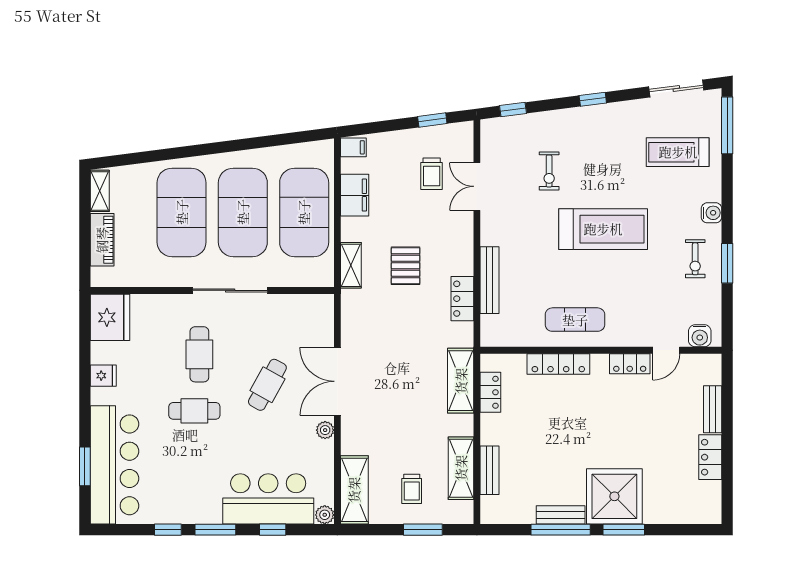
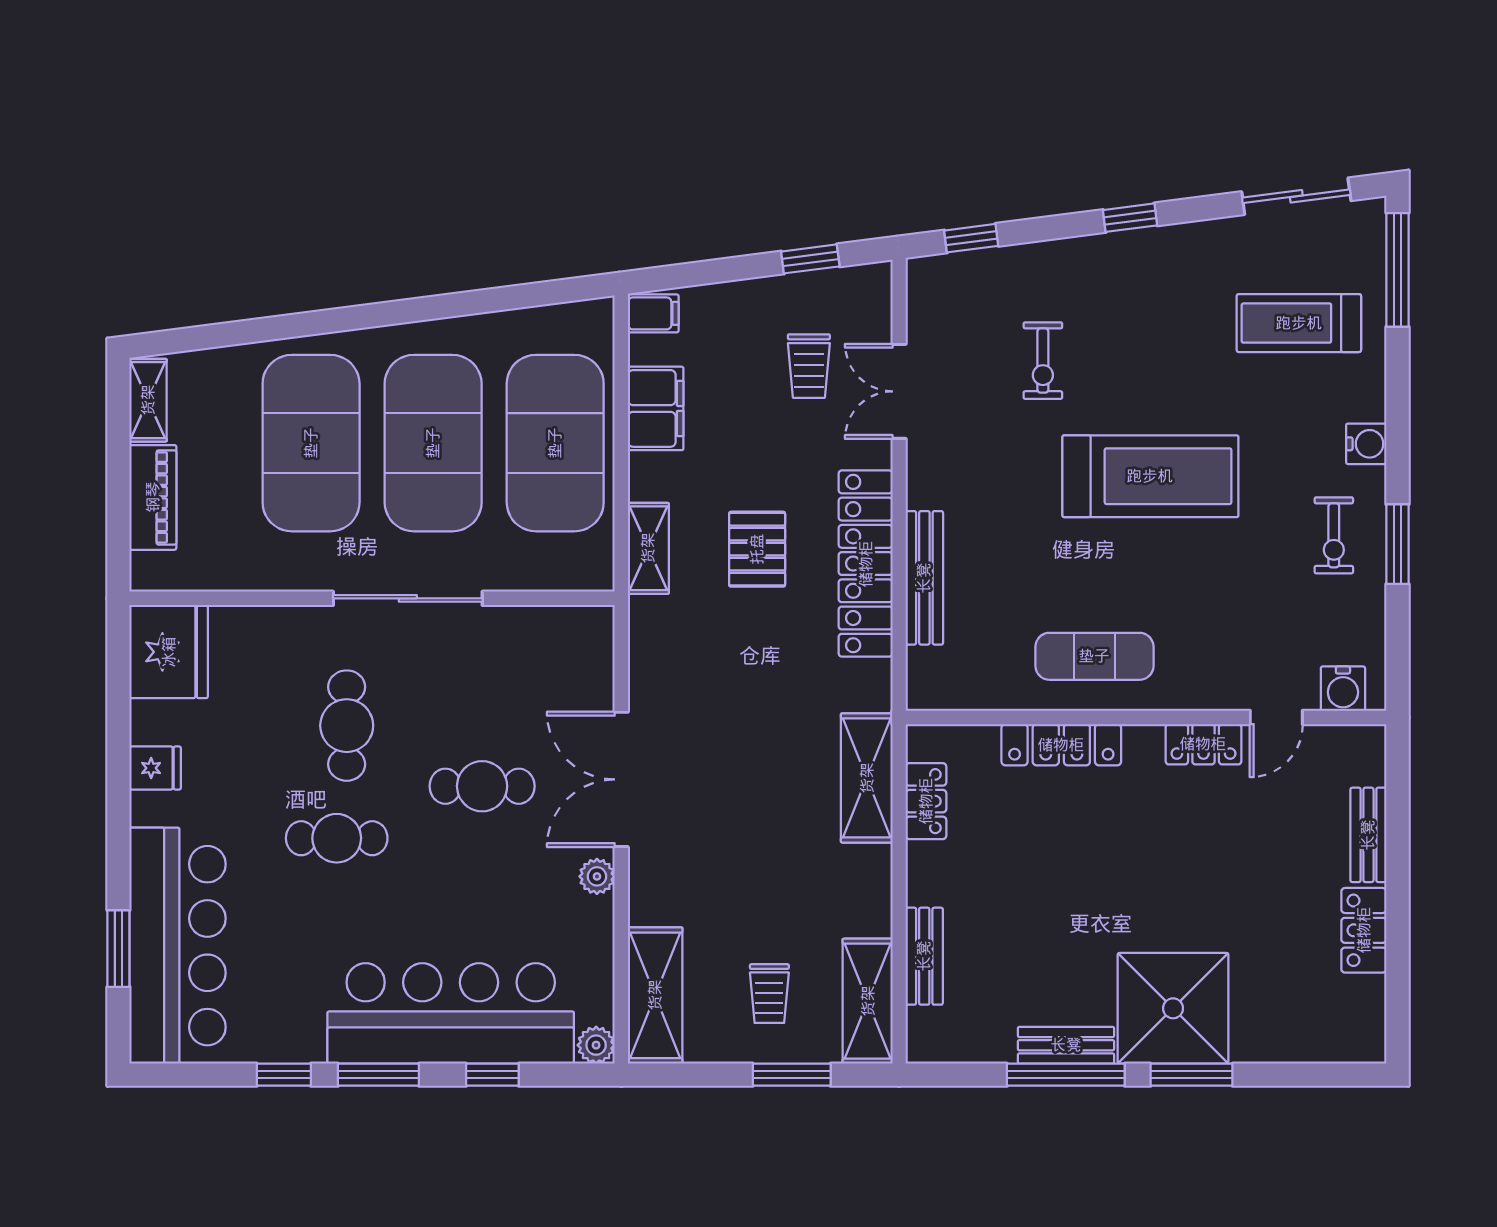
locker: (462, 299) -> (866, 564), width x2.16, depth x1.21
cafe table: (267, 385) -> (482, 786), turned 61
shelving: (461, 468) -> (868, 1001), moved
bar counter: (268, 499) -> (451, 1013), width x1.36

